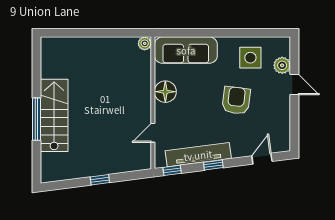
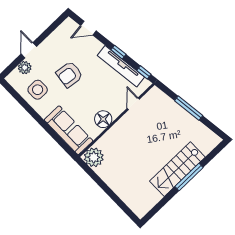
plant: (145, 43) -> (94, 157), width x1.87, depth x1.87
door: (153, 133) -> (133, 104), swing flipped
window: (100, 180) -> (189, 108), width x2.17

